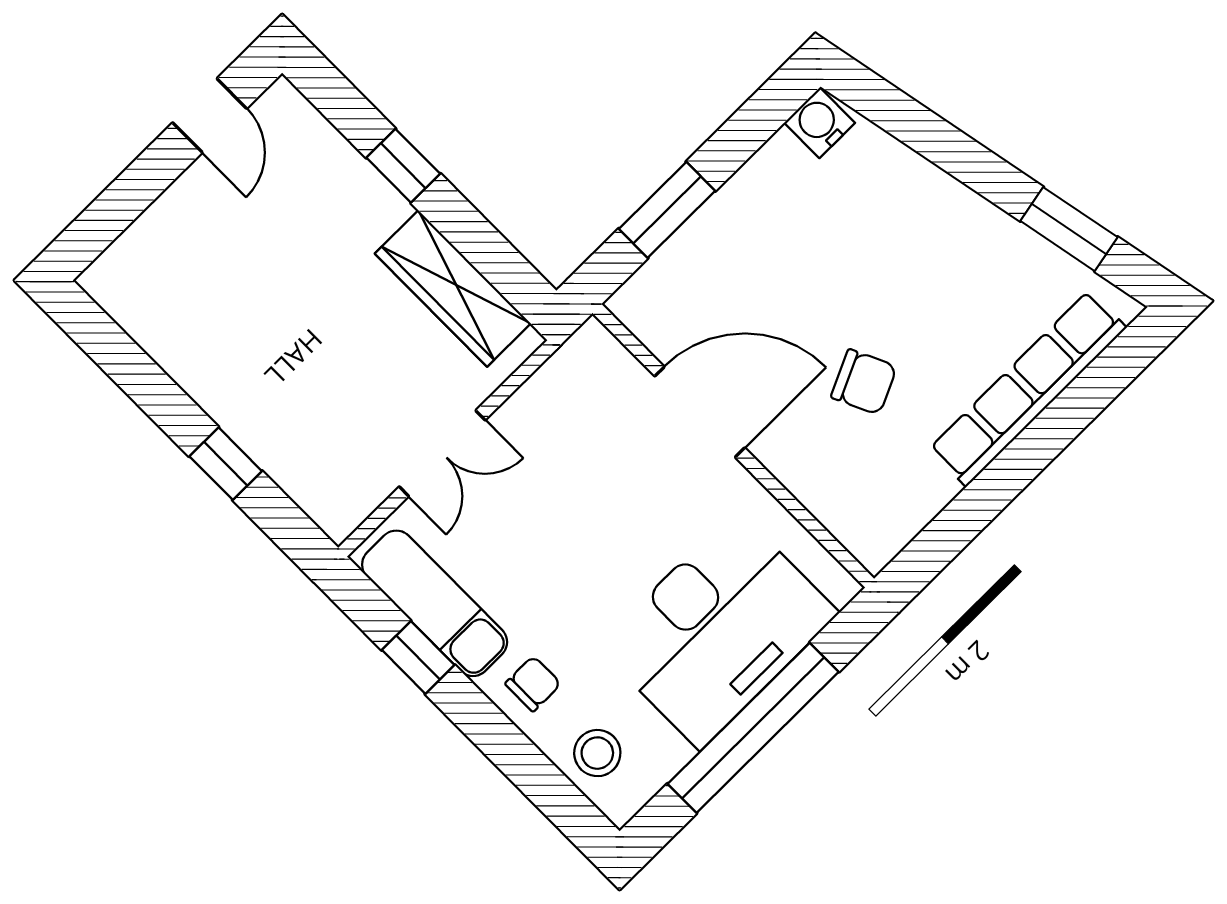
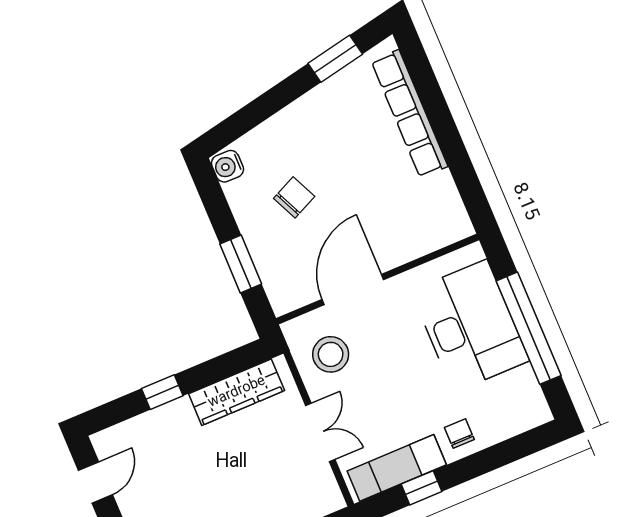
door: (210, 116) -> (95, 482), hinge flipped
chair: (864, 382) -> (294, 197), moved
stool: (597, 753) -> (331, 354), moved, width x1.38, depth x1.38

